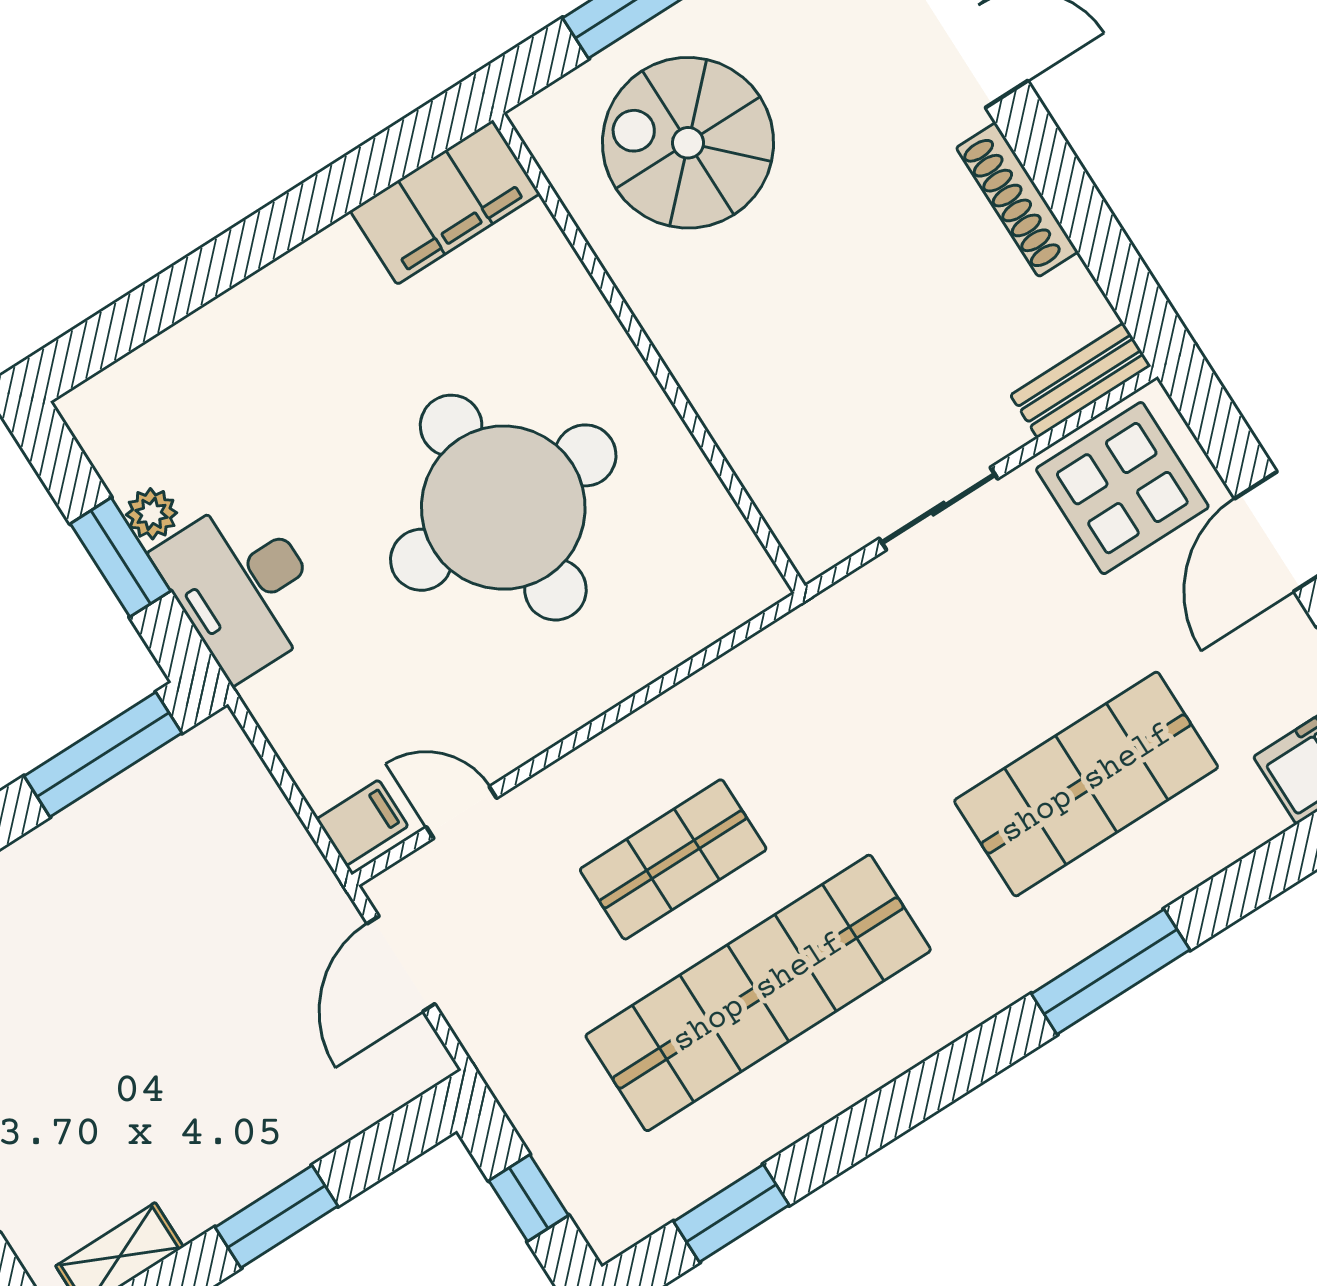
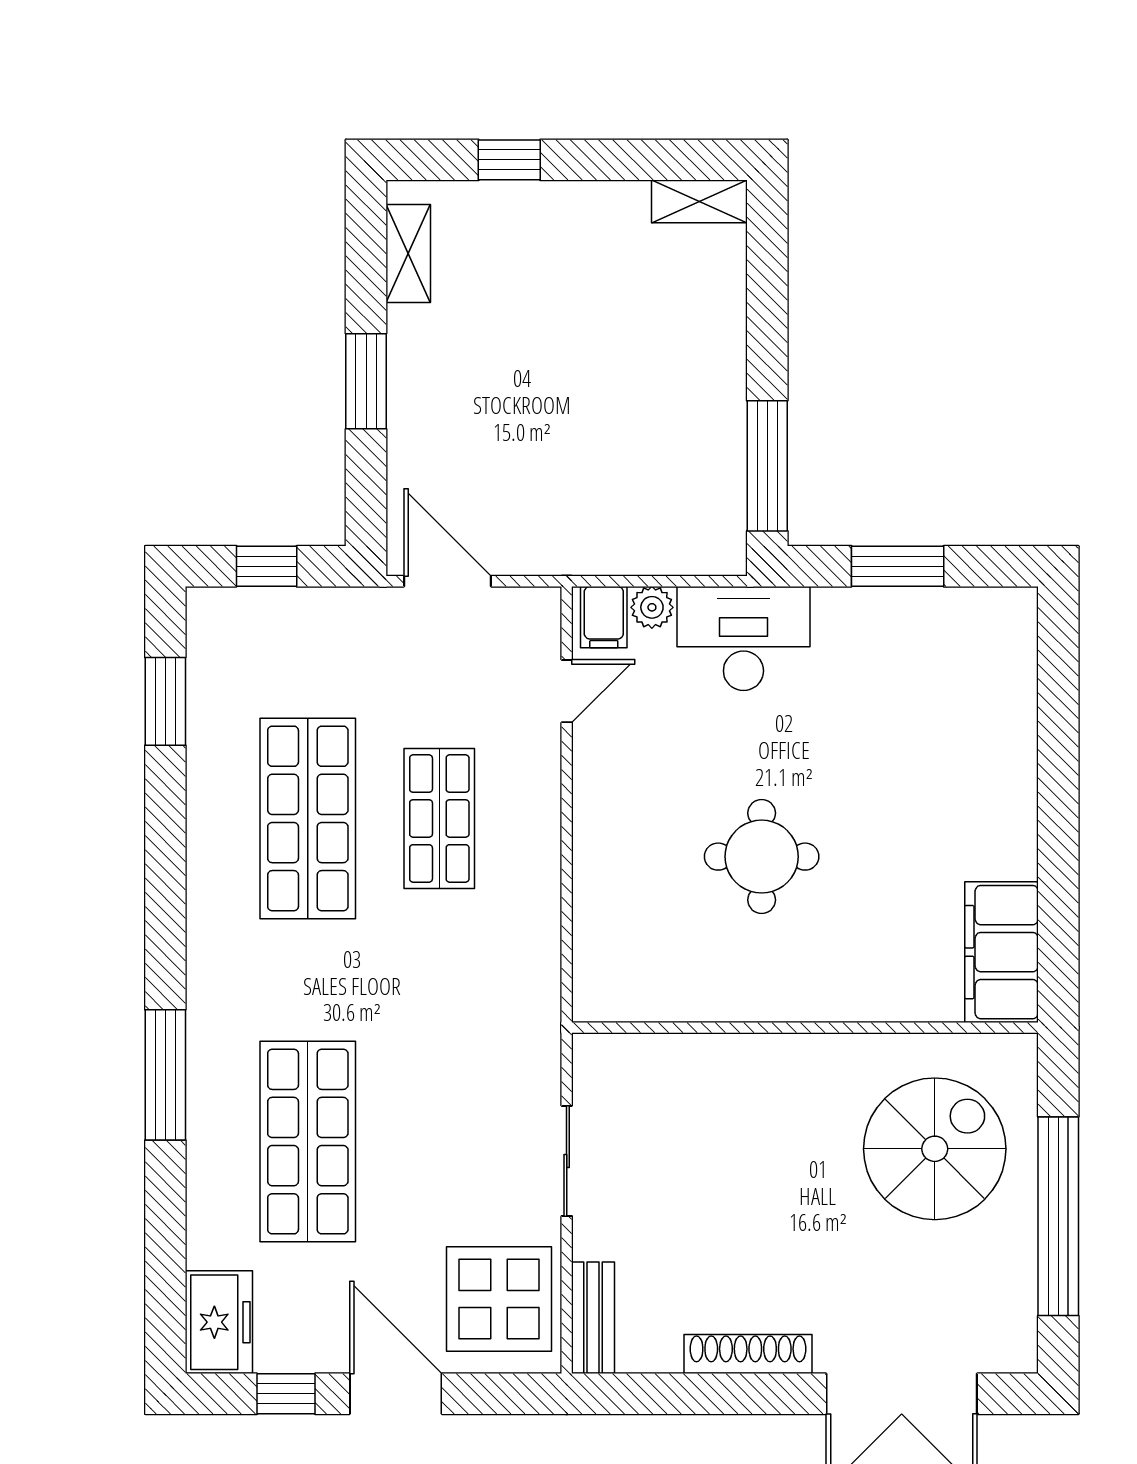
round table: (503, 508) -> (762, 857), width x0.54, depth x0.54
plant: (152, 514) -> (652, 607), moved
desk: (242, 587) -> (743, 638), moved
door: (401, 964) -> (447, 581), moved
shop shelf: (758, 993) -> (308, 818), width x0.71

